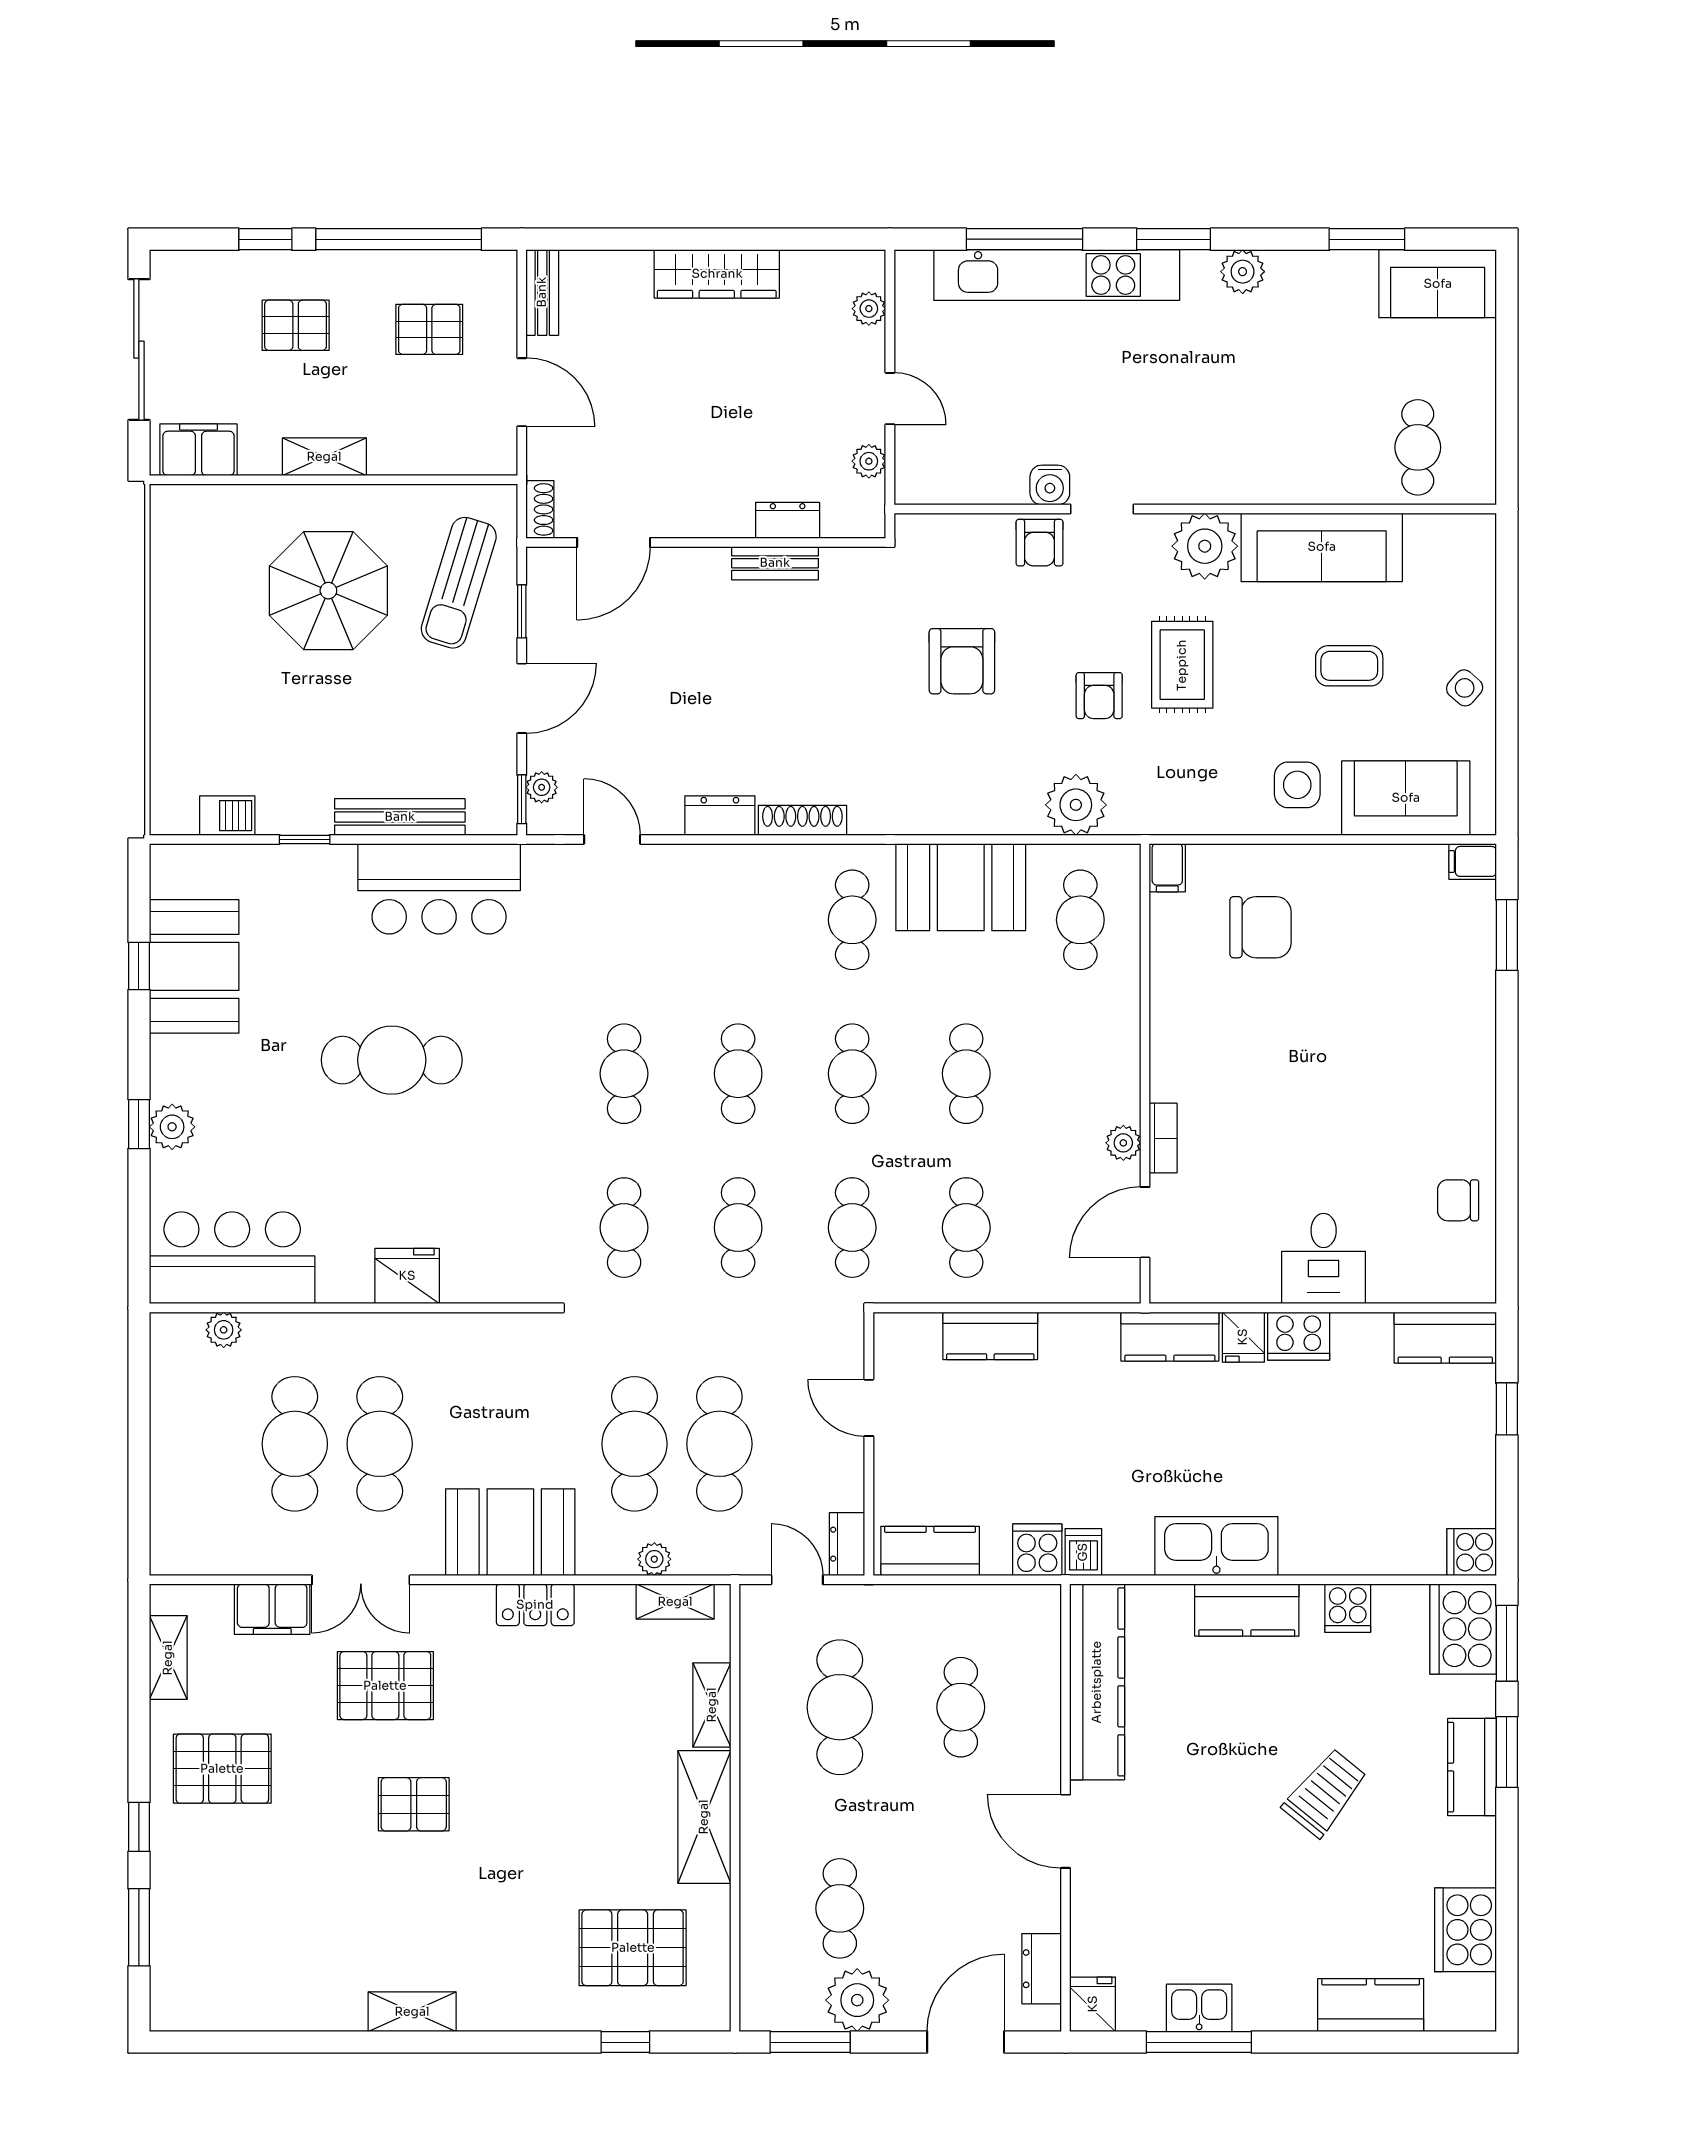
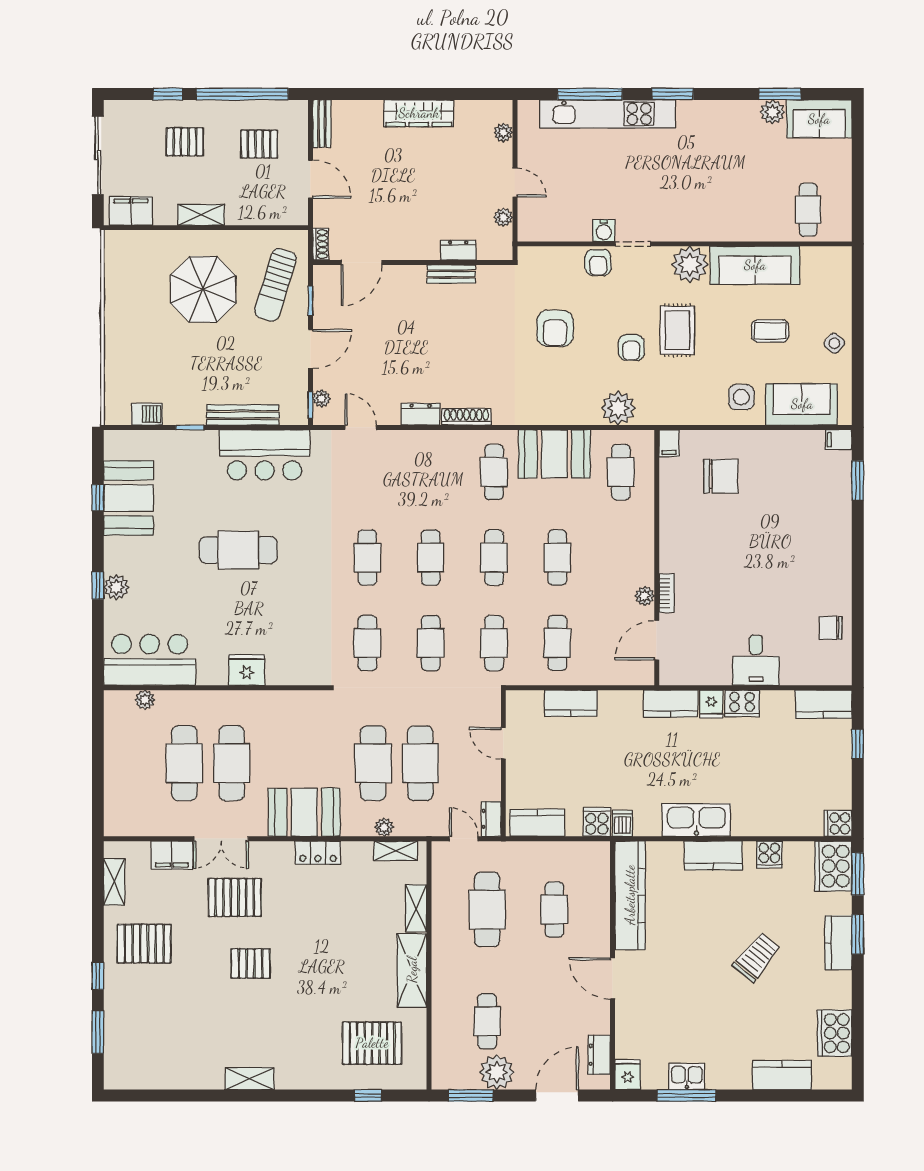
plant: (1243, 272) -> (773, 112), moved

